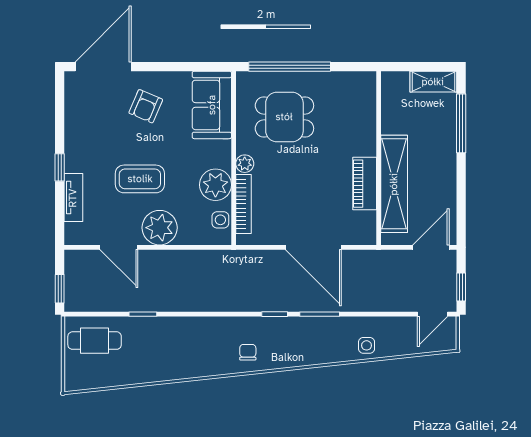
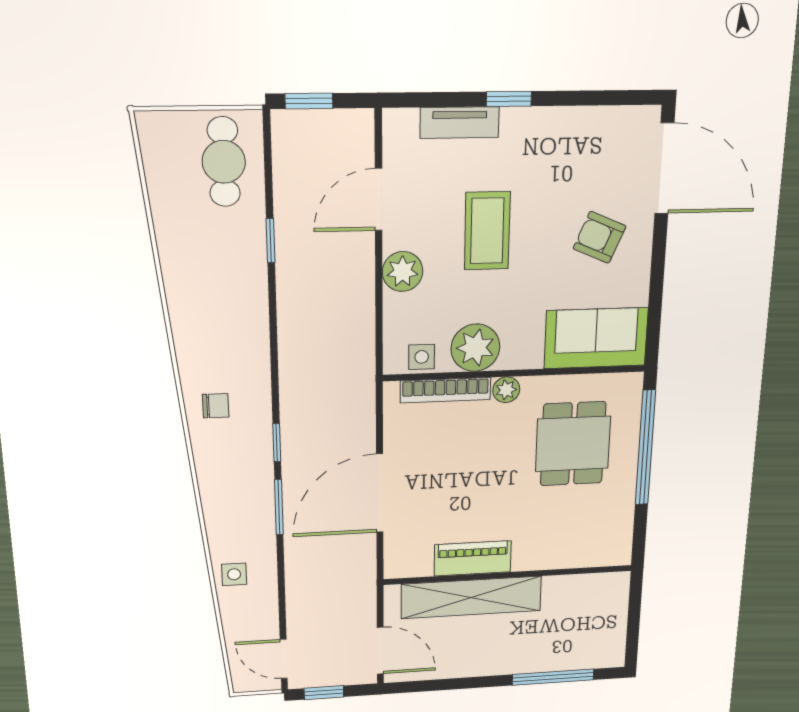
shelving: (433, 82) -> (612, 639), removed
plant: (160, 228) -> (403, 272), width x0.73, depth x0.73

